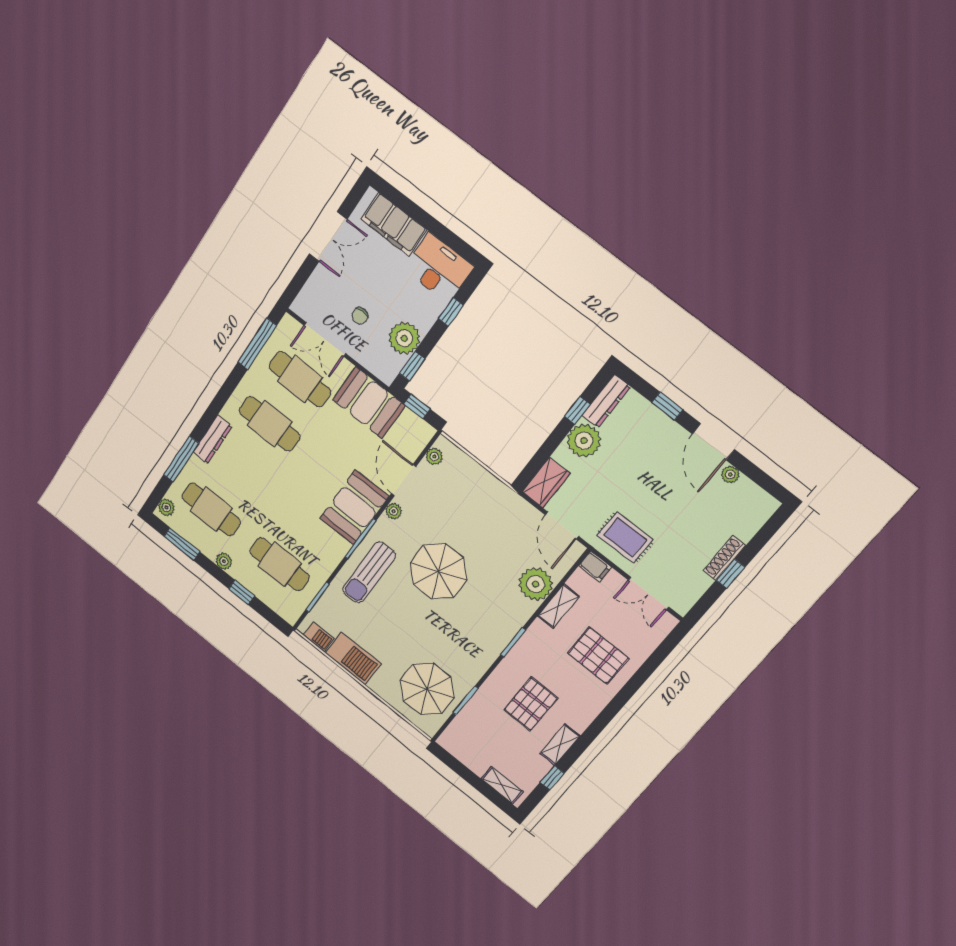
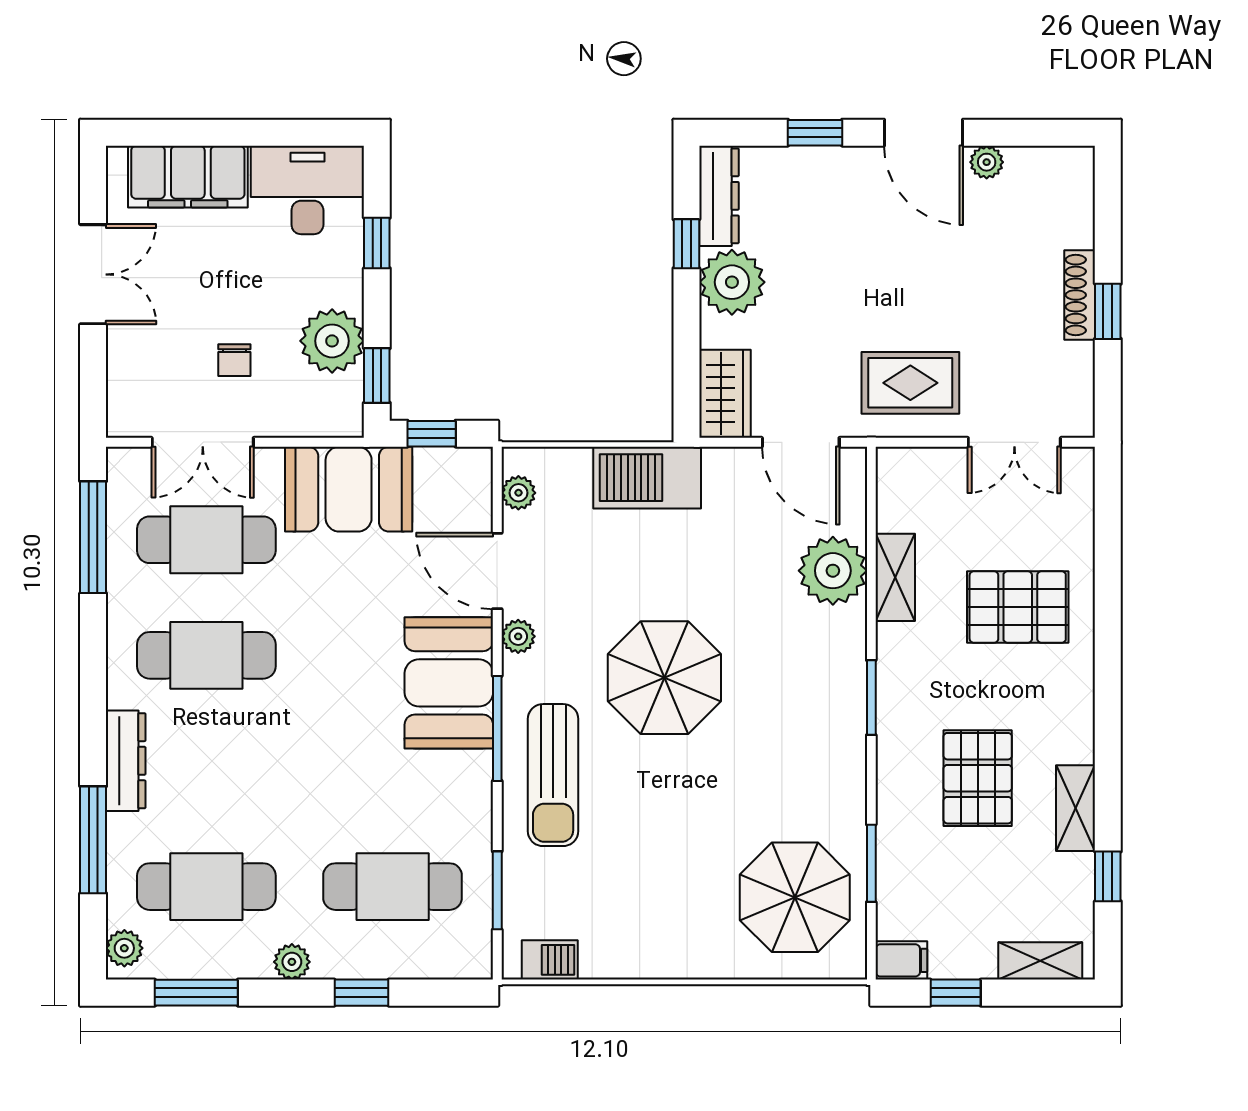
filing cabinet: (595, 566) -> (901, 960), moved
barbecue: (353, 658) -> (647, 478), moved, turned 180
window: (461, 770) -> (956, 993), added

